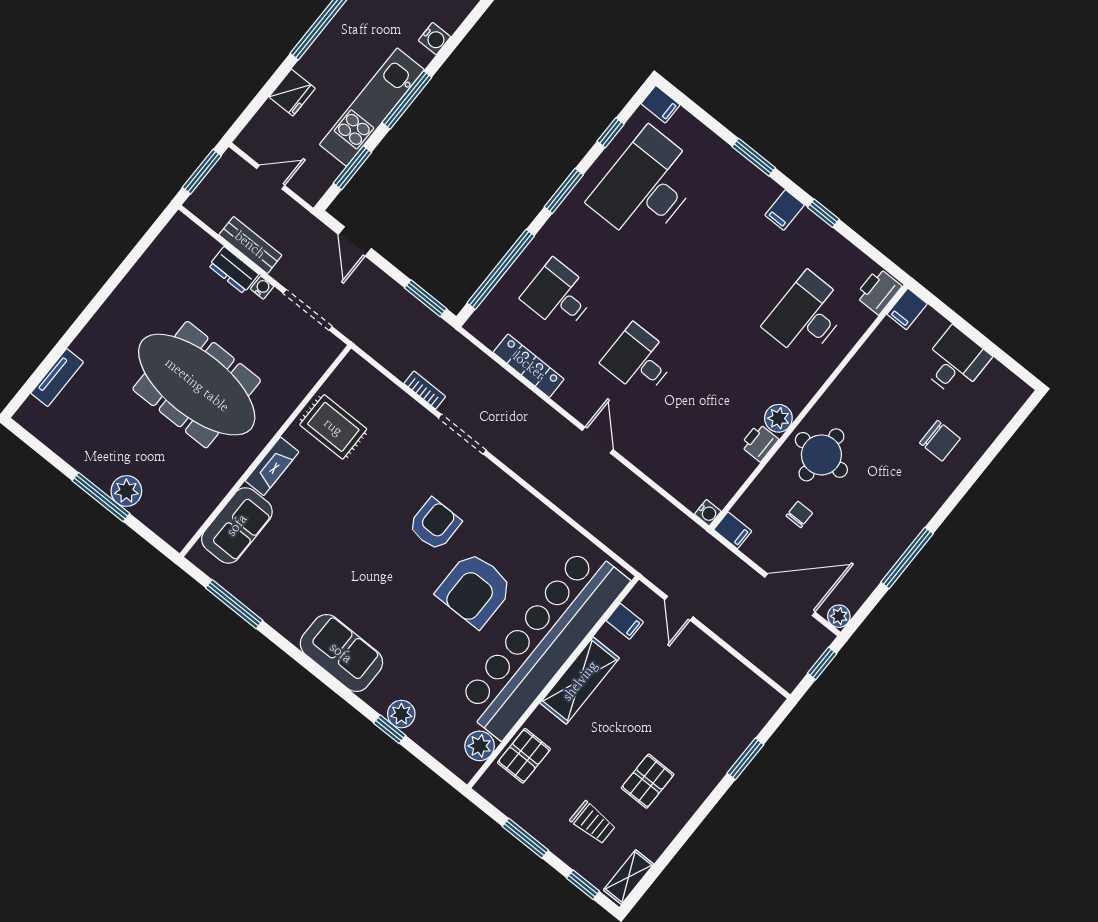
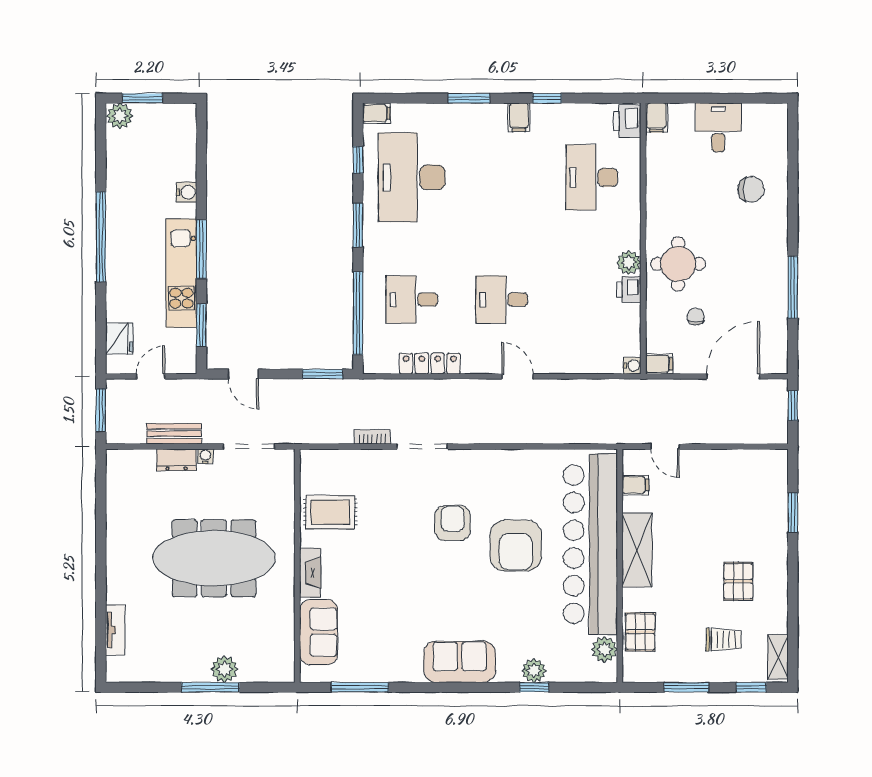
fridge: (292, 93) -> (119, 338), moved
plant: (839, 616) -> (778, 364), removed

